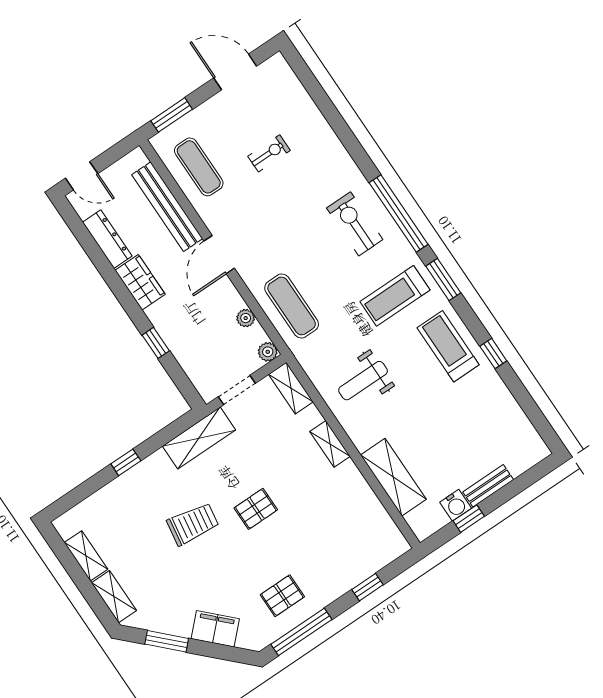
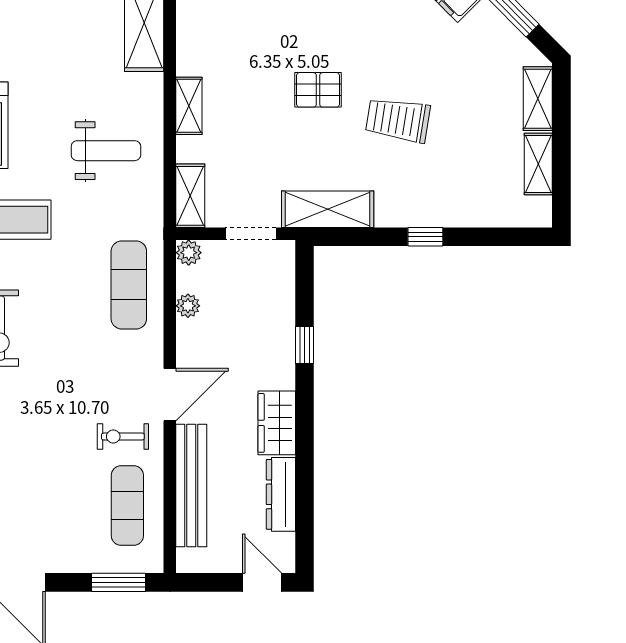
exercise bike: (269, 153) -> (123, 436), moved

